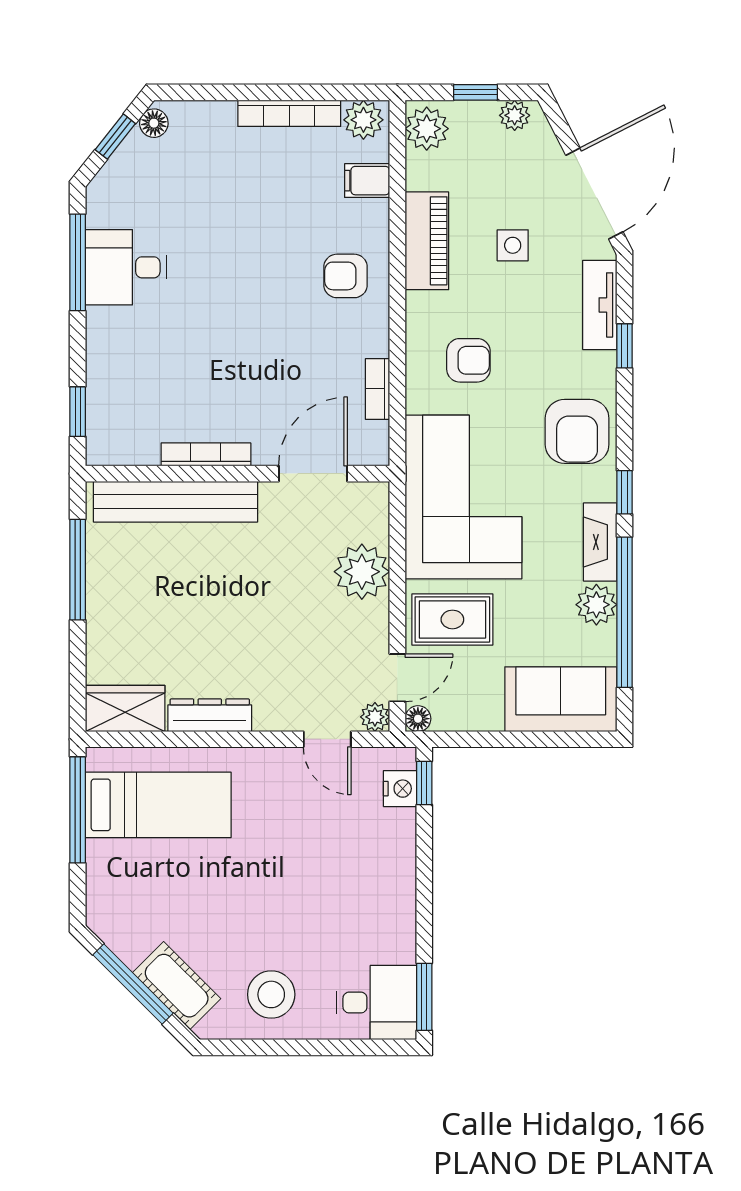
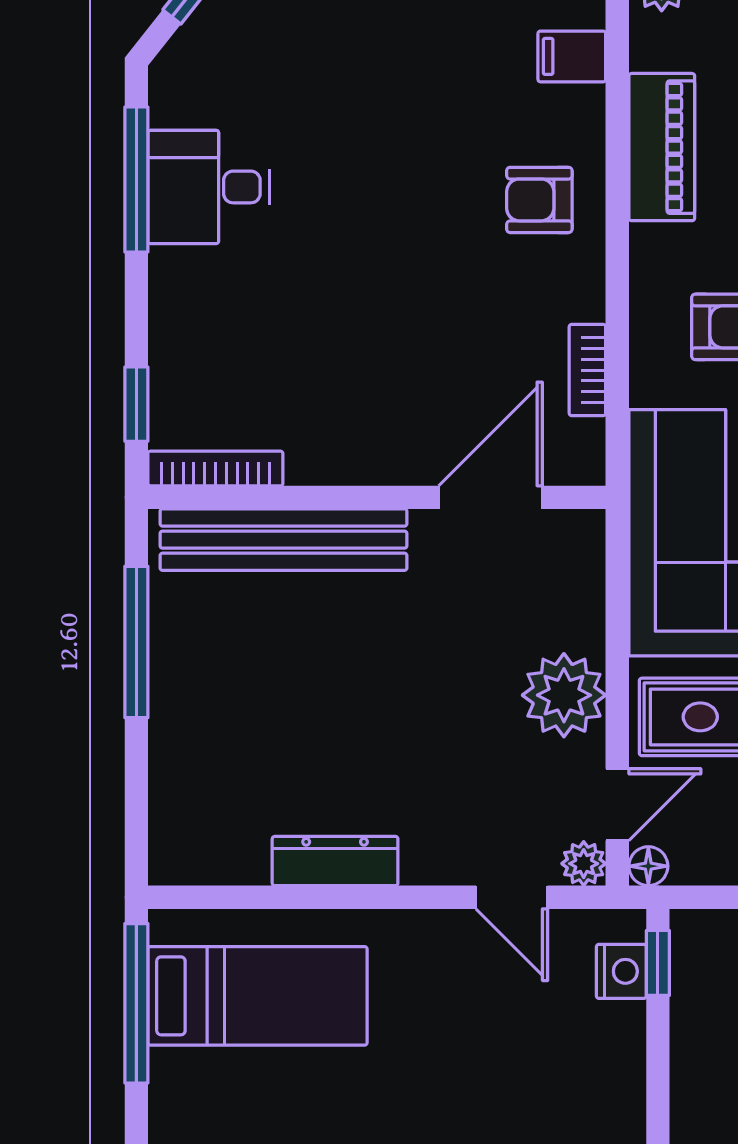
bookcase: (206, 454) -> (215, 468), moved
plant: (362, 572) -> (564, 695), moved
wardrobe: (125, 709) -> (208, 851), removed

